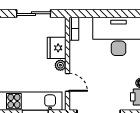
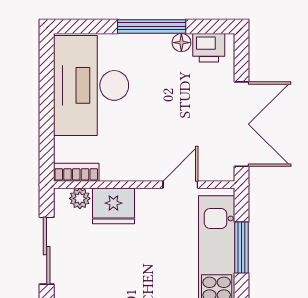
plant: (60, 65) -> (80, 198), moved

